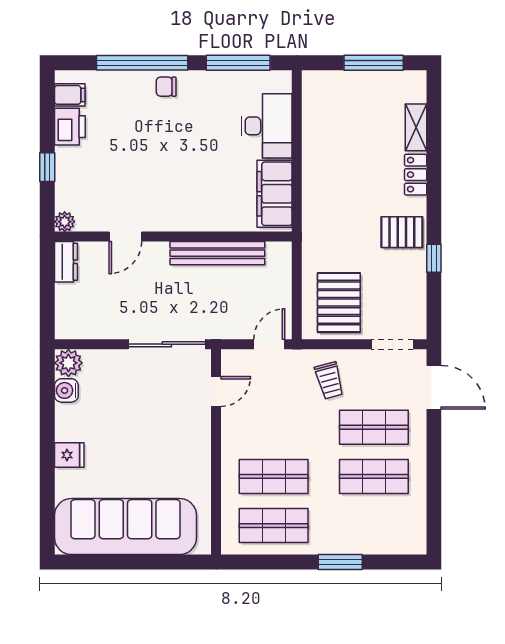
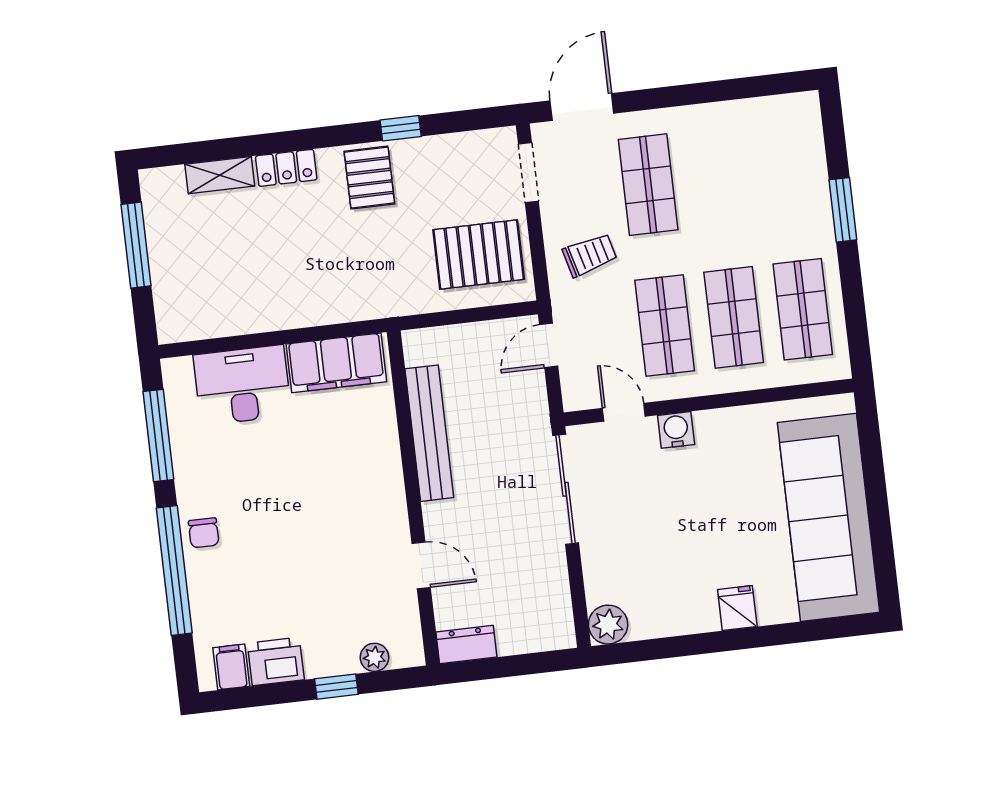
plant: (65, 222) -> (374, 657), moved
door: (269, 344) -> (549, 345), hinge flipped
water cooler: (66, 390) -> (676, 430), moved, turned 180
shop shelf: (374, 476) -> (665, 325), moved

